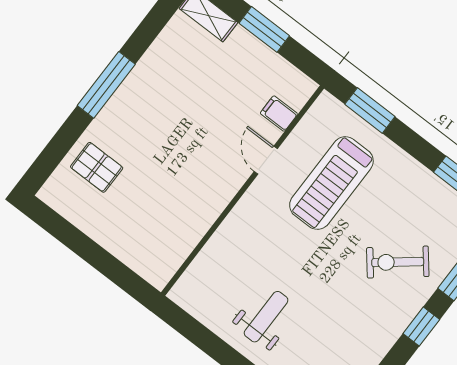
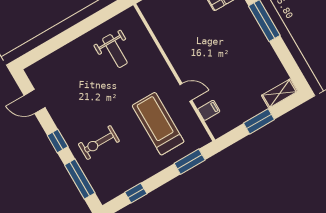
exercise bike: (398, 262) -> (99, 143), turned -141
weight bench: (266, 317) -> (115, 51), moved

